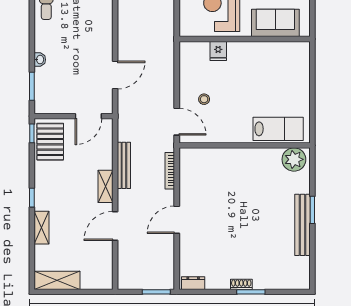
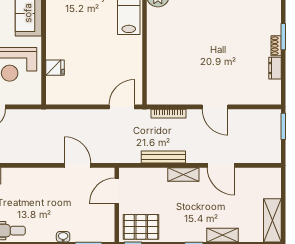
stool: (204, 99) -> (101, 81), removed
door: (88, 116) -> (117, 191), swing flipped
dresser: (193, 283) -> (275, 68), moved

